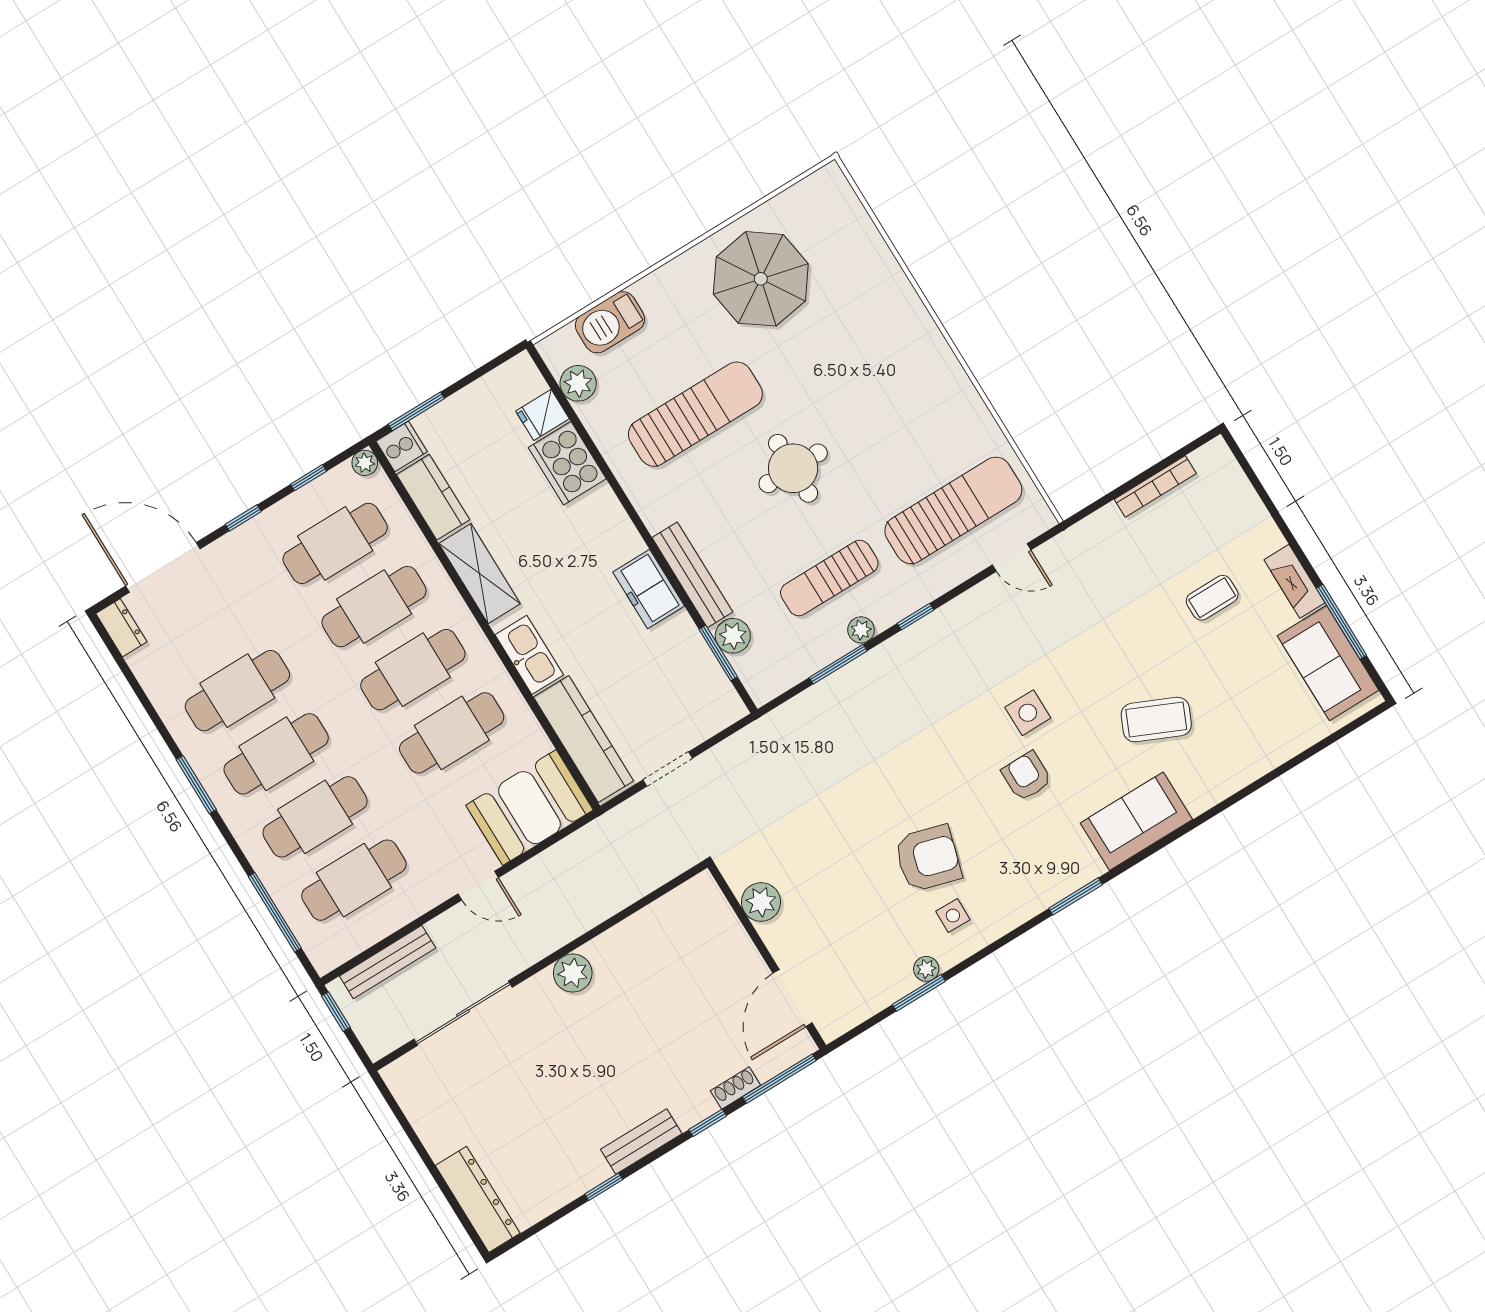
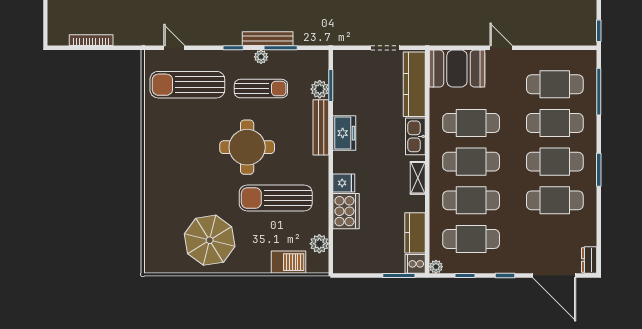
fridge: (542, 415) -> (344, 183), moved
round table: (793, 468) -> (247, 147), width x1.36, depth x1.36
shelving: (480, 574) -> (418, 178), width x0.67, depth x0.75
bench: (388, 962) -> (268, 39), moved

